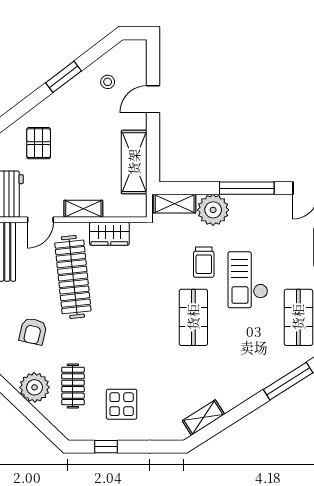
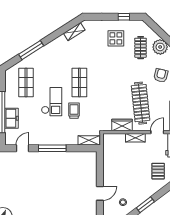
shelving: (134, 162) -> (109, 161), removed
plant: (213, 210) -> (69, 137), removed

